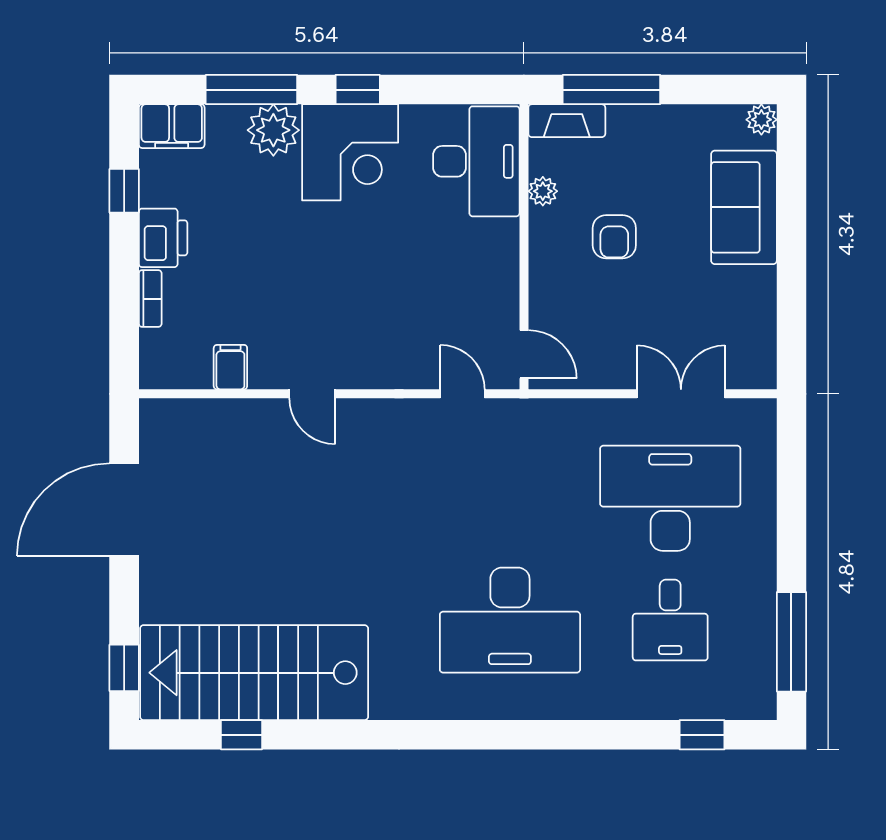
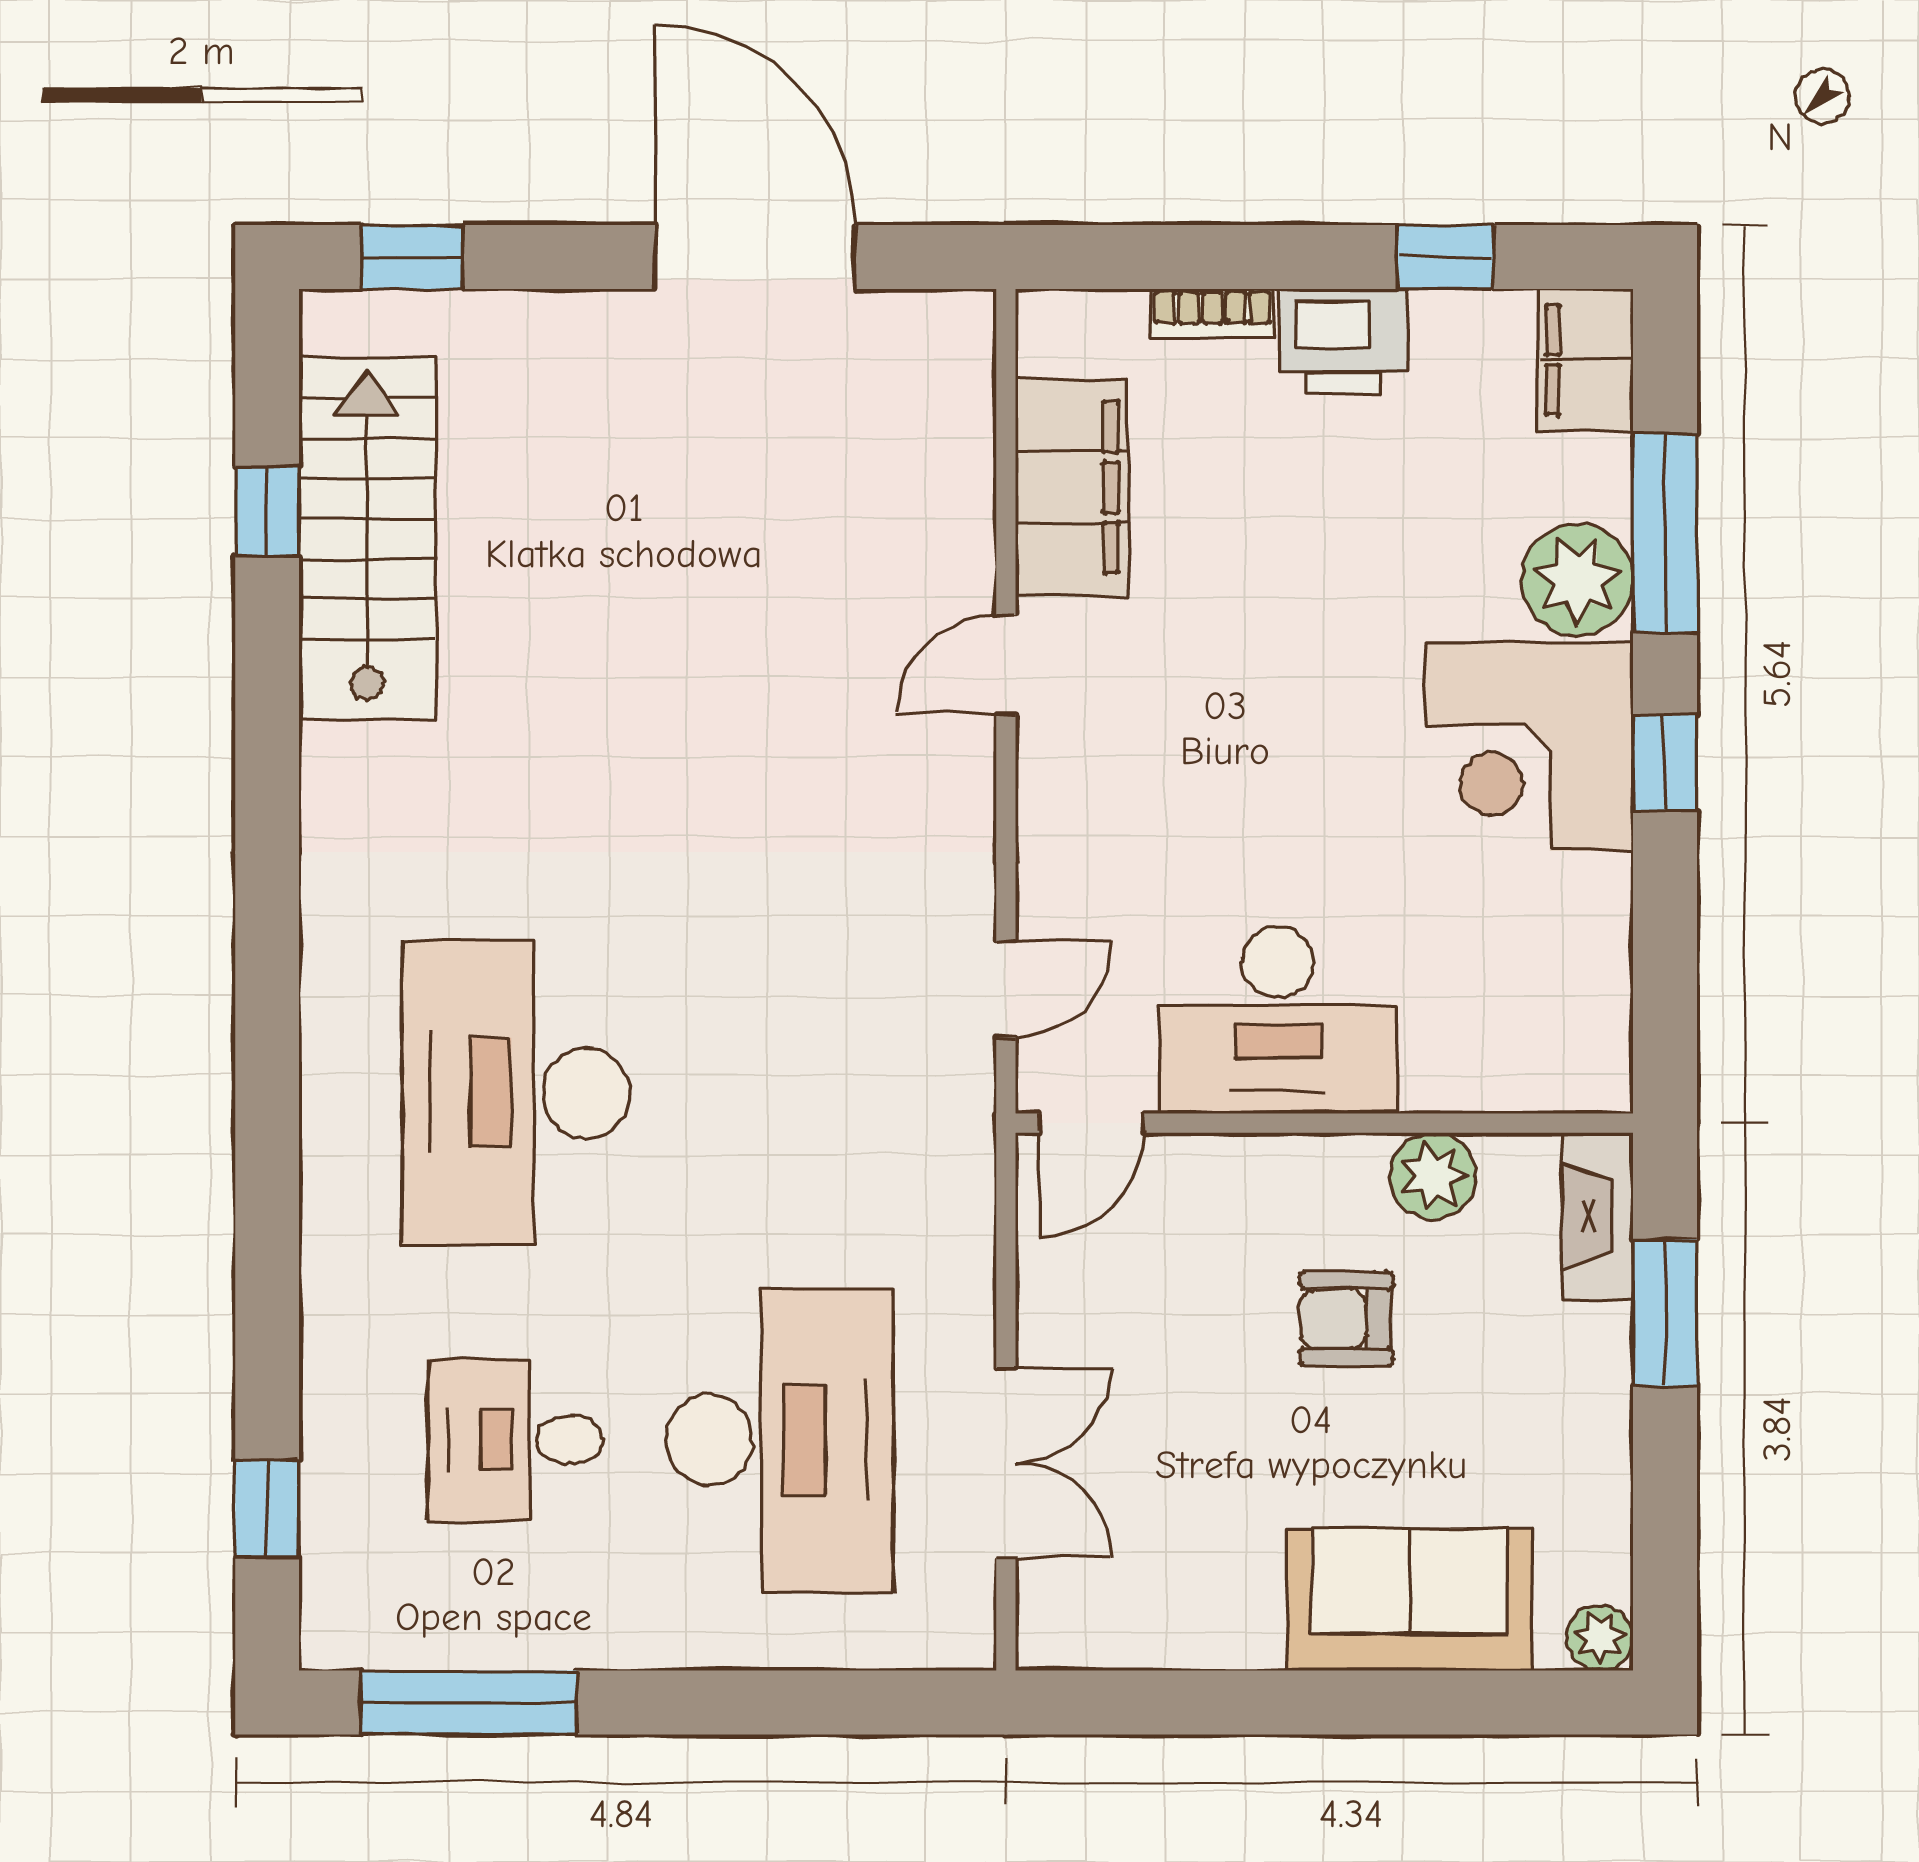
window: (611, 90) -> (1665, 1313), width x0.69
desk: (476, 161) -> (1278, 1020), moved
plant: (543, 191) -> (1433, 1176), width x1.38, depth x1.38
filing cabinet: (230, 367) -> (1072, 487), width x3.00, depth x1.17
stairs: (254, 673) -> (367, 538), width x0.73, depth x0.66

